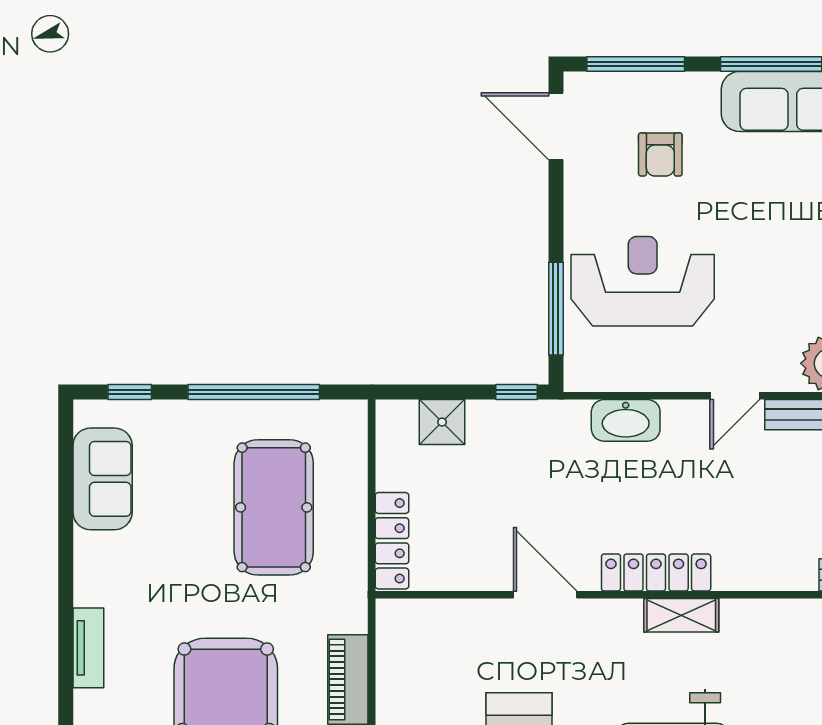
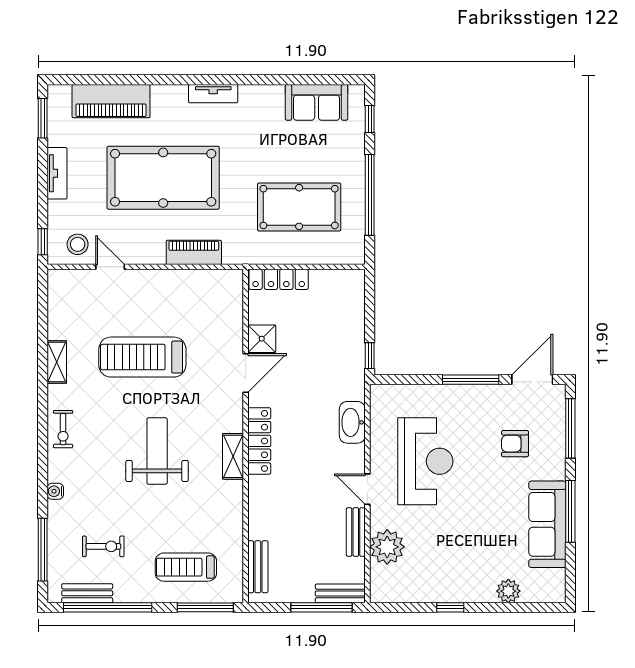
reception desk: (643, 281) -> (425, 461), moved
window: (556, 309) -> (471, 380), moved
shower: (442, 422) -> (262, 339), moved

